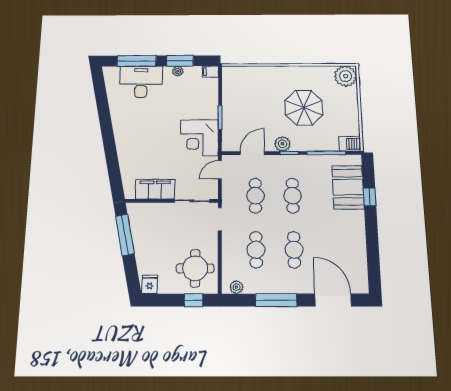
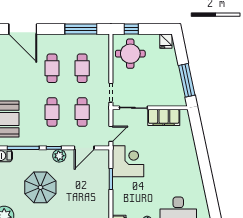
plant: (236, 287) -> (98, 39), removed
window: (276, 300) -> (81, 29), moved

